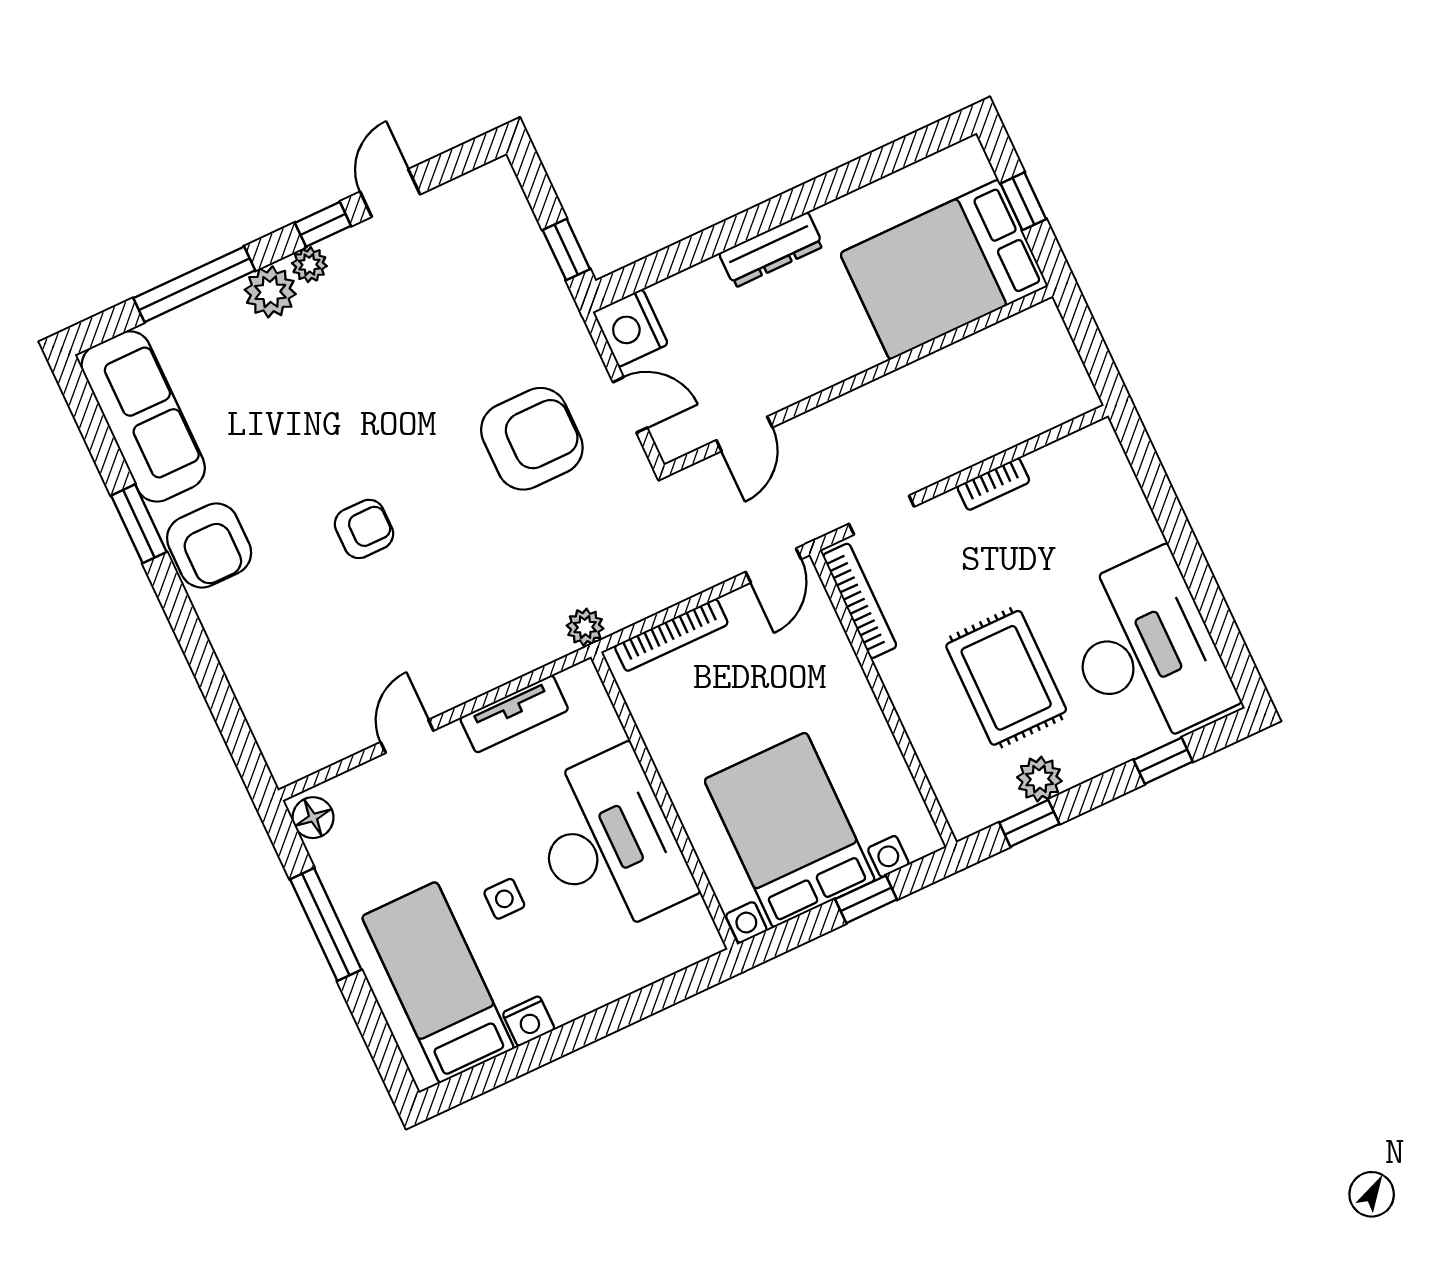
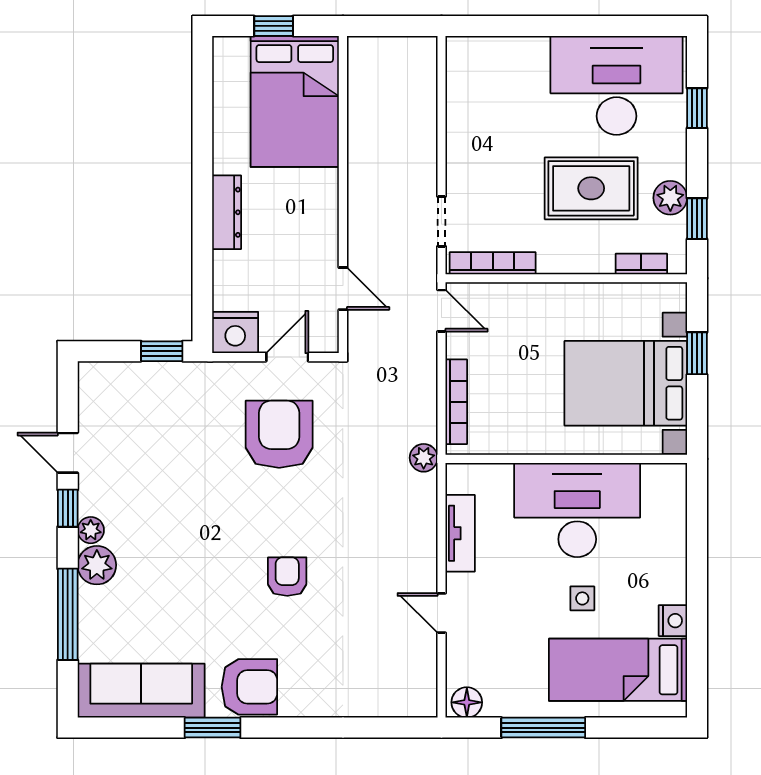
bookcase: (993, 484) -> (641, 264), moved, turned -90

